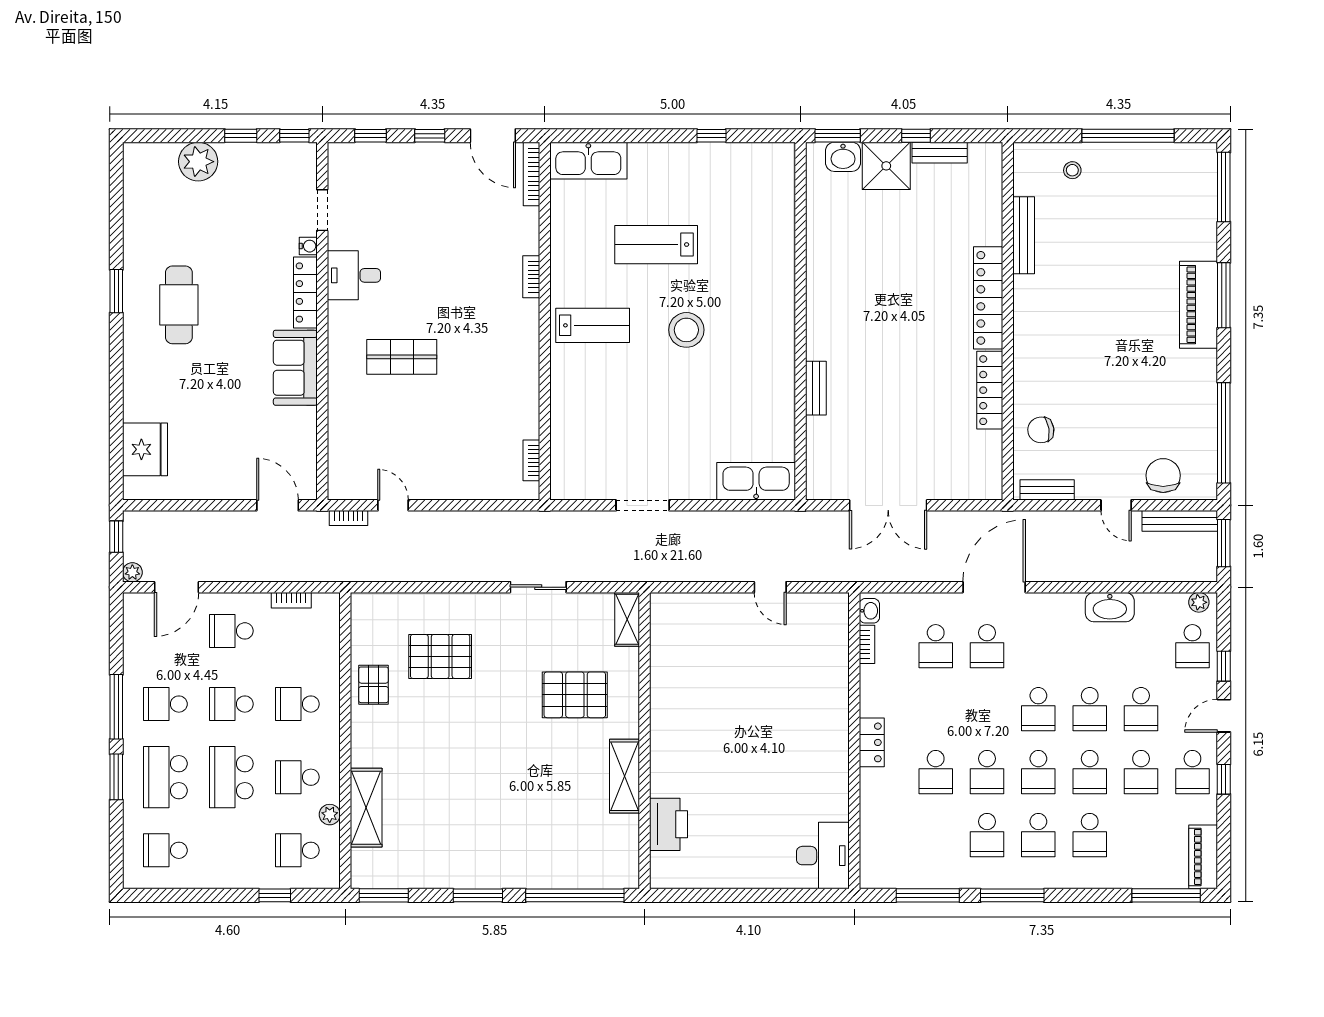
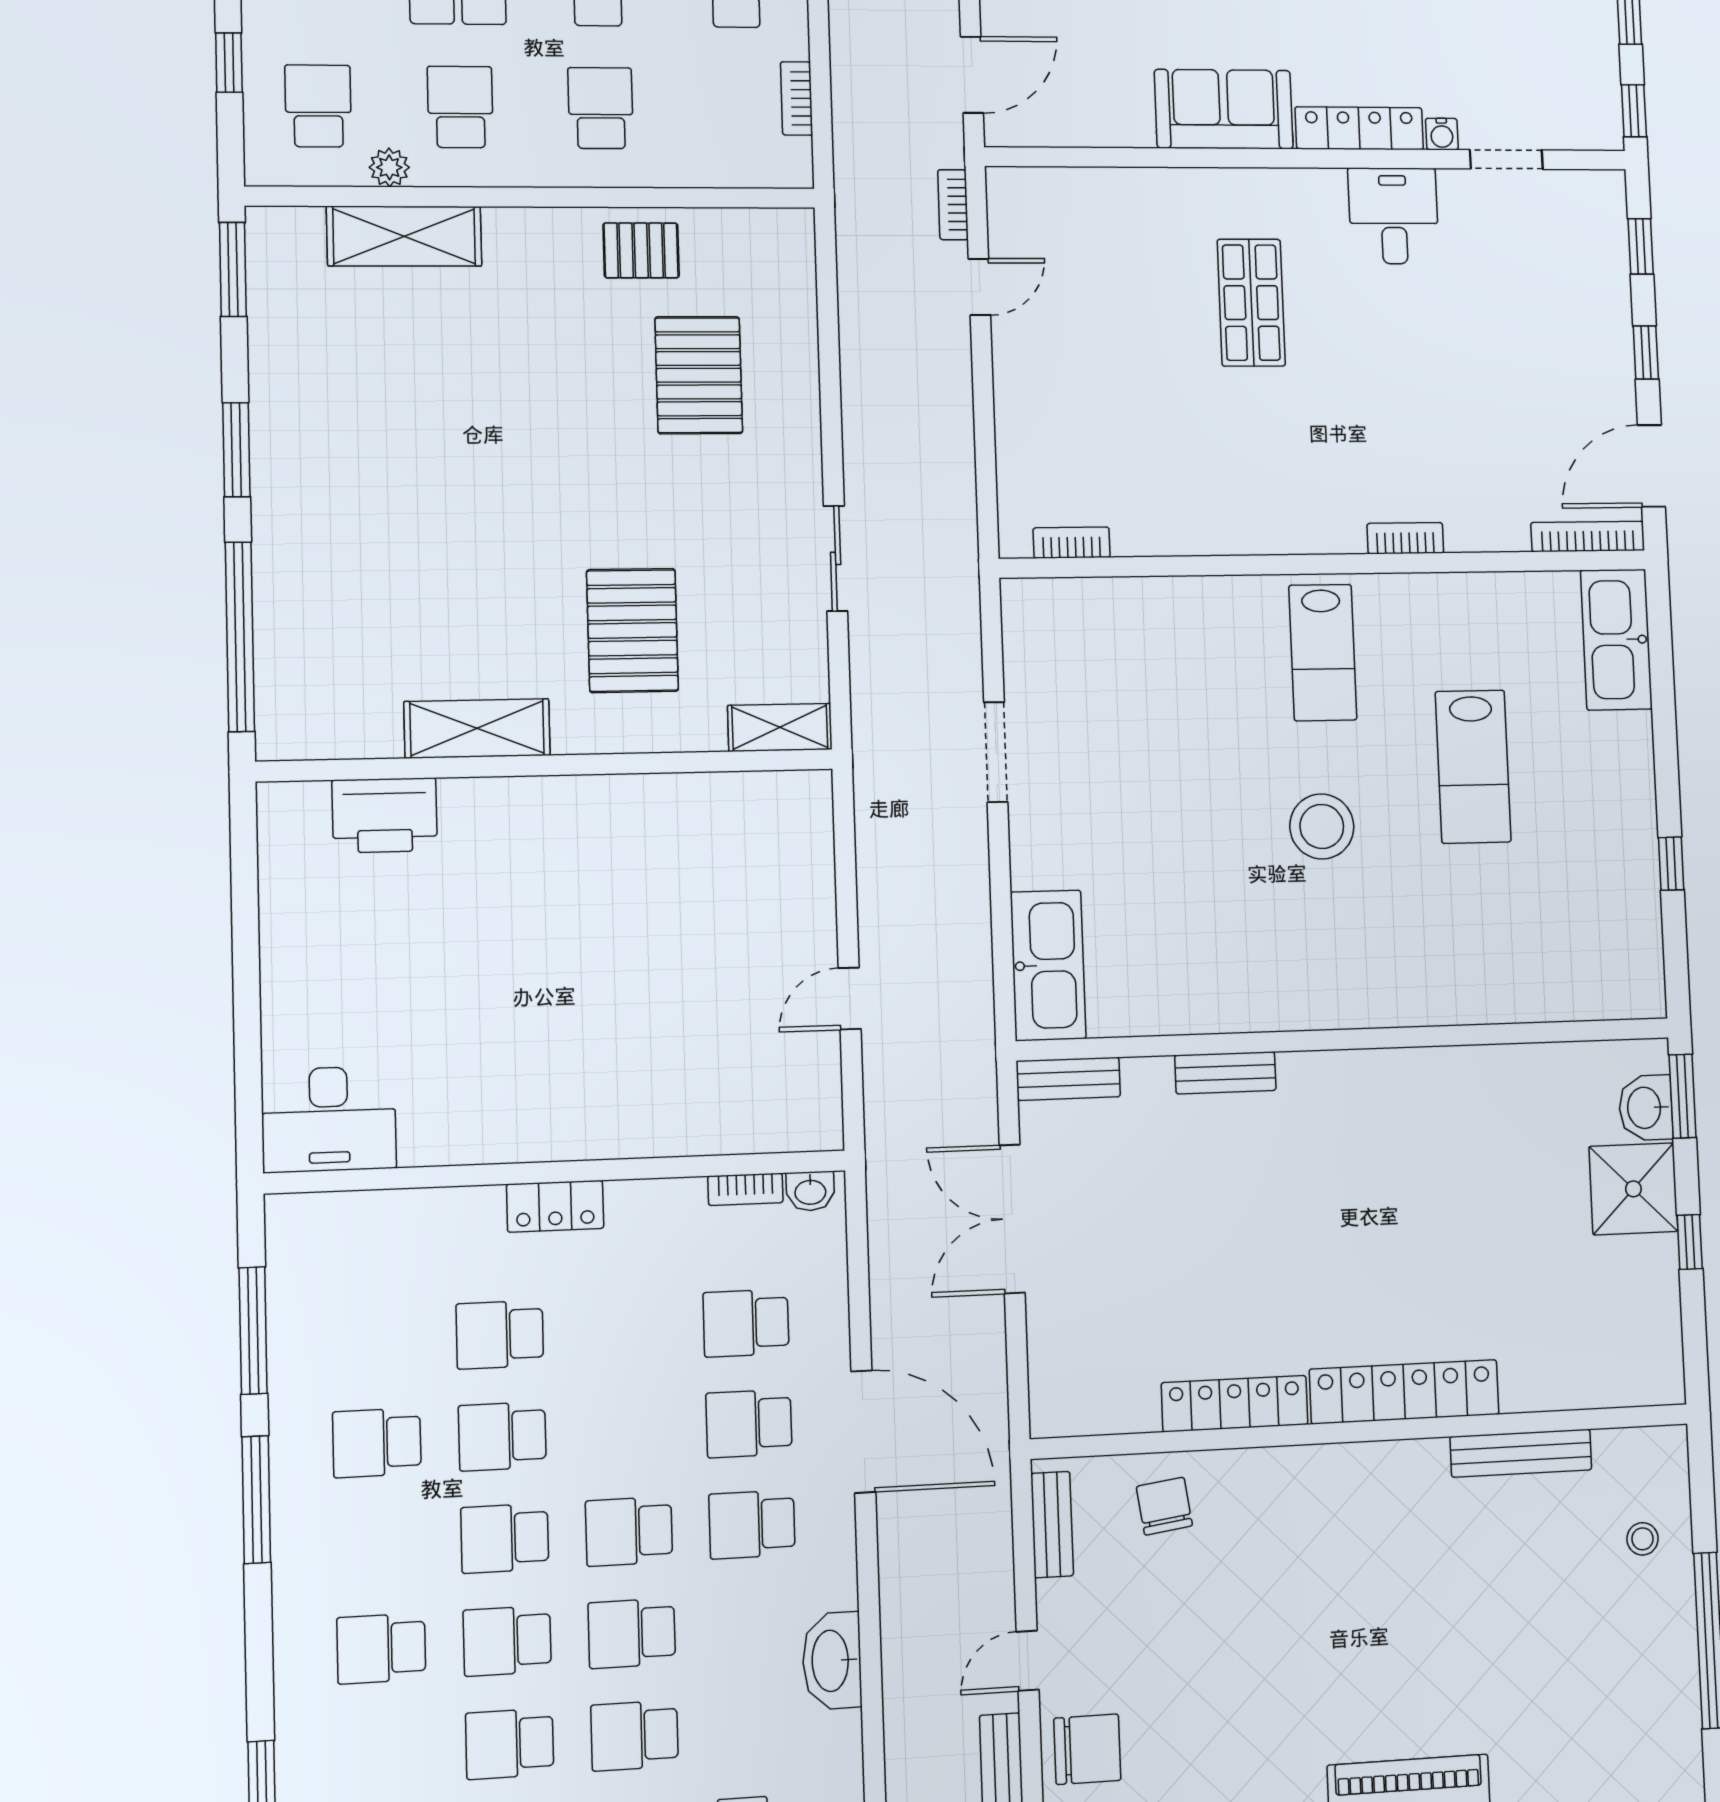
bench: (940, 153) -> (1068, 1079), moved, turned 90
lab bench: (656, 245) -> (1473, 767), turned 180
school desk: (1038, 835) -> (752, 1524), moved

